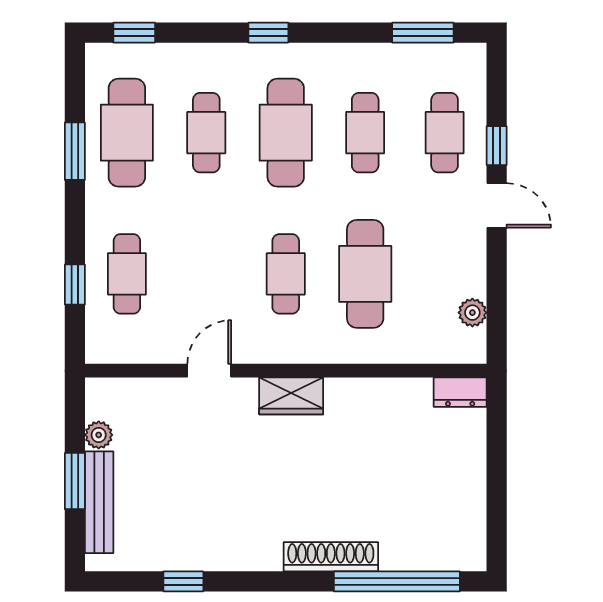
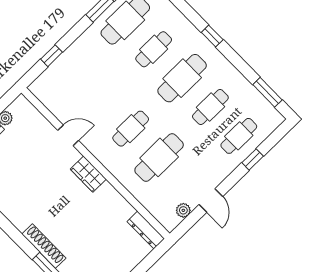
door: (497, 205) -> (211, 201), moved
cafe table: (127, 274) -> (74, 71), removed
dresser: (460, 392) -> (146, 230), width x1.44

